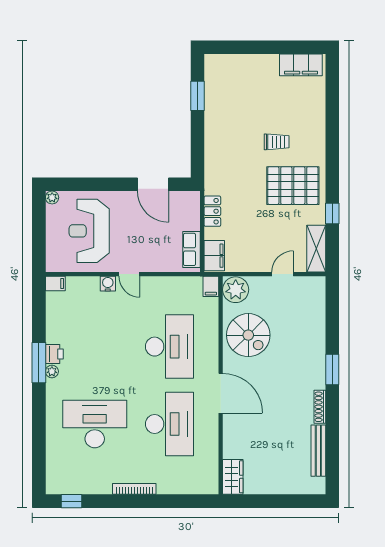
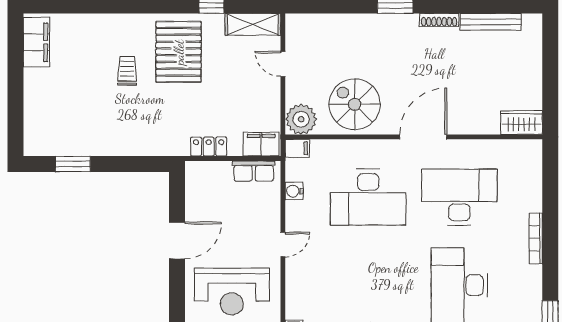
door: (153, 184) -> (177, 241), moved
water cooler: (108, 284) -> (294, 191), moved
spiral stairs: (248, 335) -> (355, 104), turned -90
desk: (169, 347) -> (368, 197), turned 180

